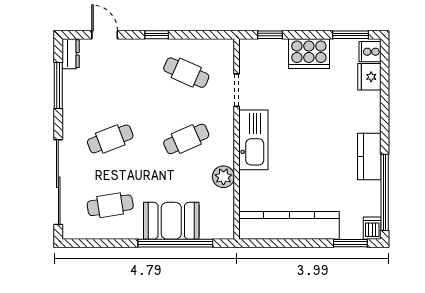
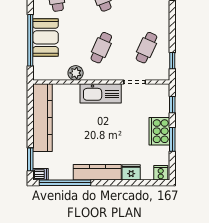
window: (157, 35) -> (172, 61), moved
window: (351, 35) -> (172, 139), moved
fridge: (369, 77) -> (131, 172), moved
cafe table: (186, 139) -> (101, 48), turned 48
kitchen counter: (369, 157) -> (97, 172), width x1.50

